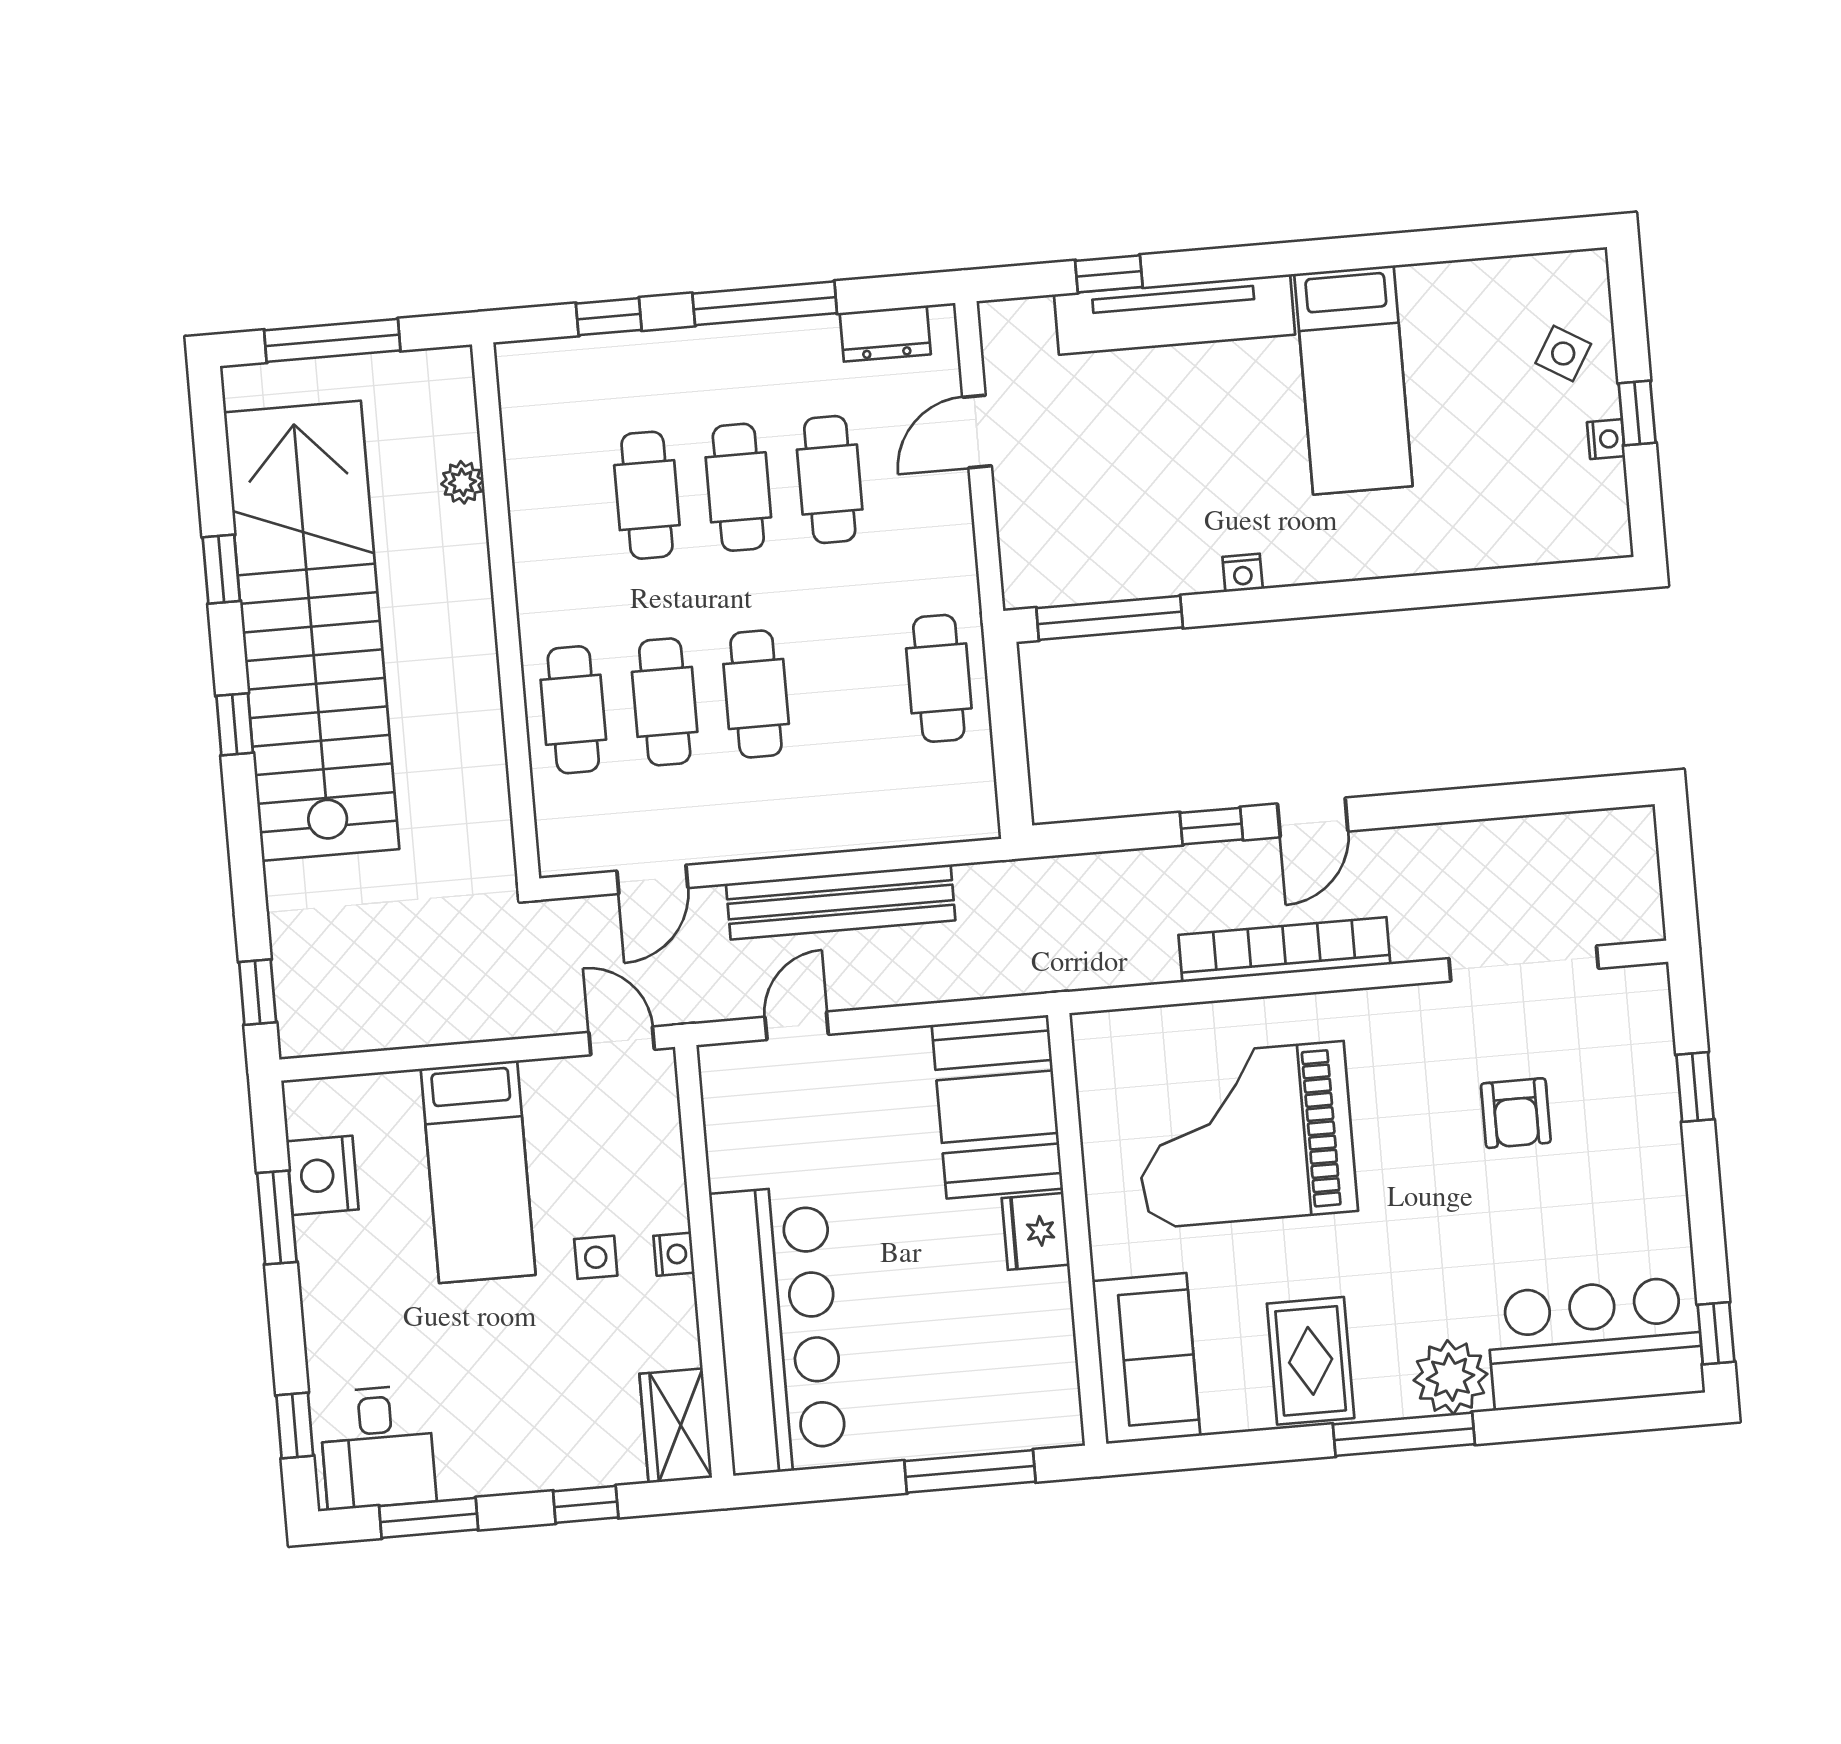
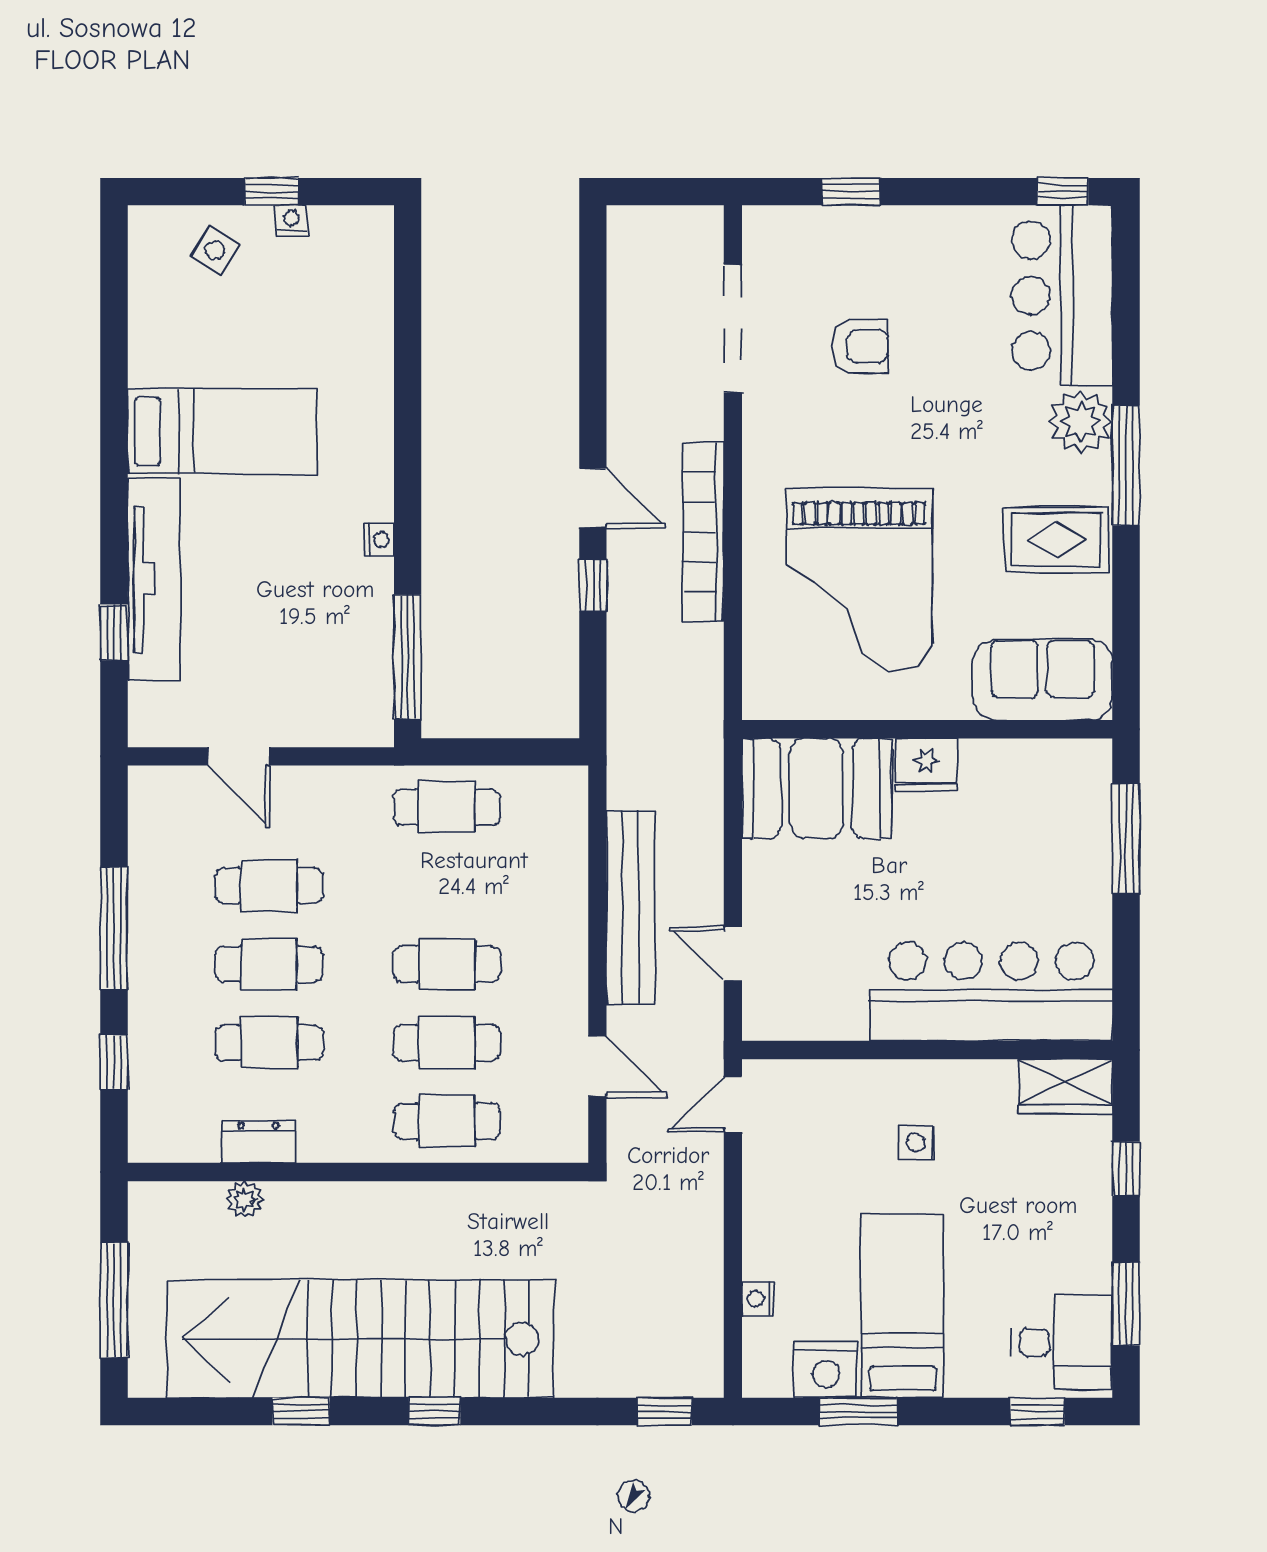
dresser: (885, 334) -> (258, 1142), moved, turned -90
bed: (478, 1172) -> (903, 1306), moved, turned -90
nightstand: (674, 1254) -> (758, 1299), moved, turned -90

